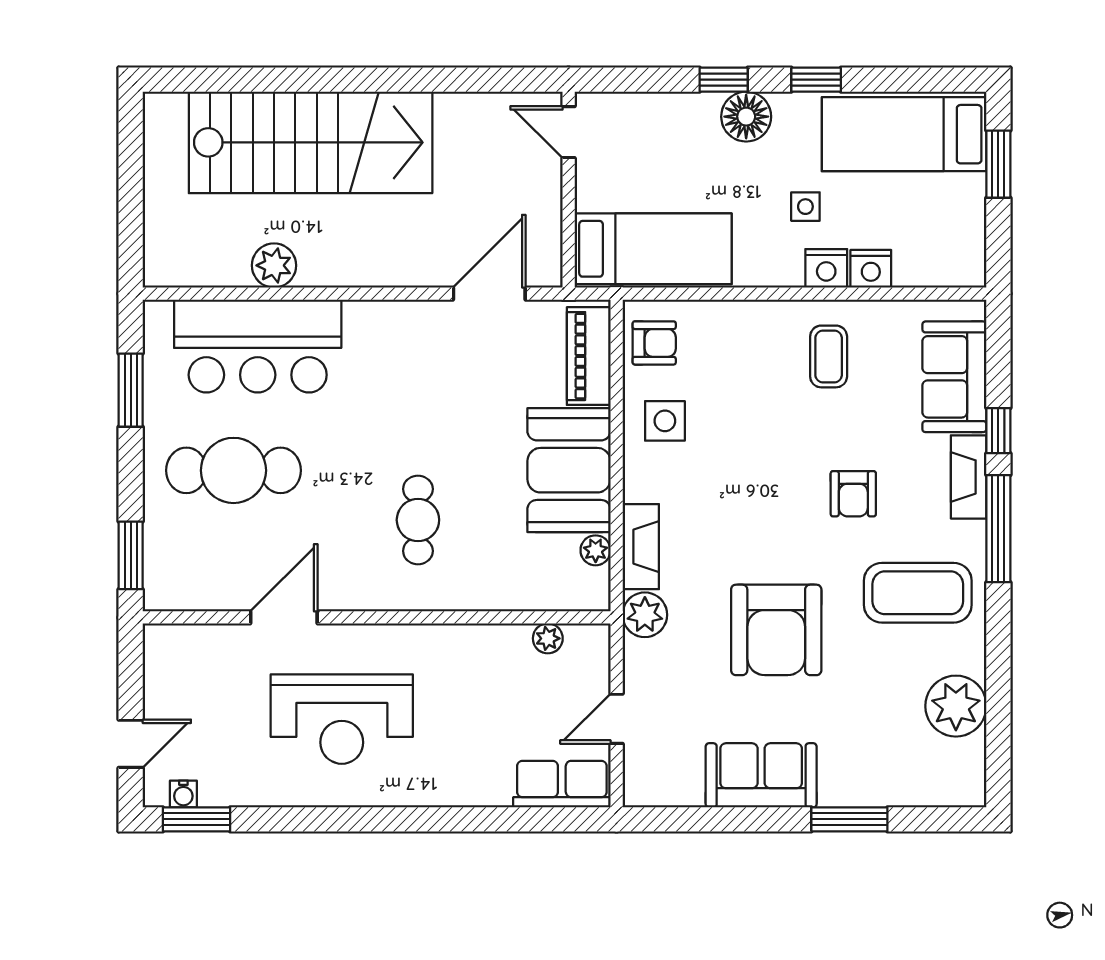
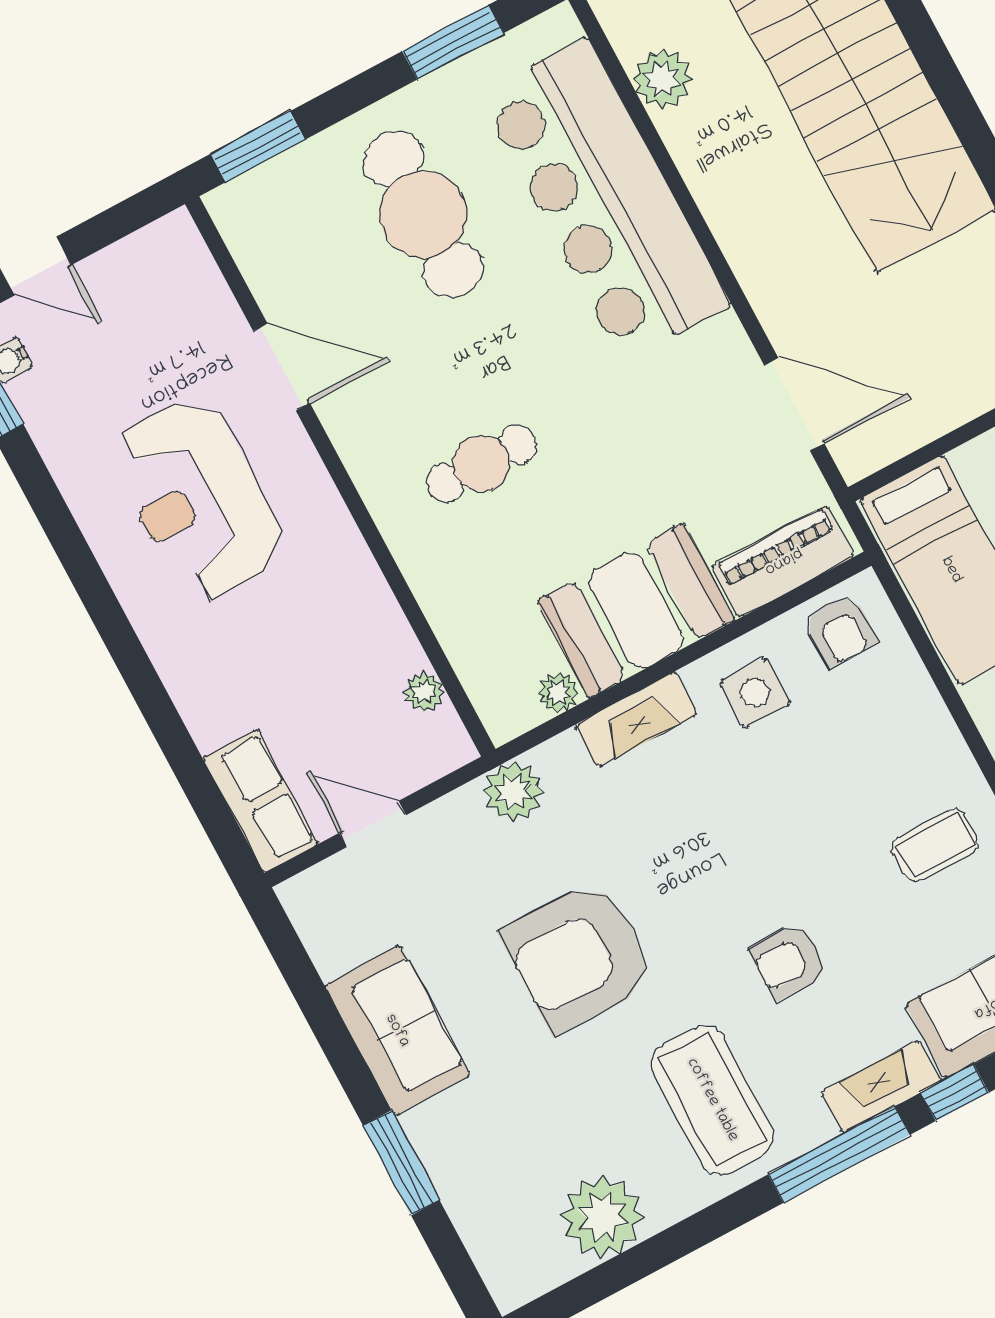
plant: (274, 265) -> (662, 79), moved
bar counter: (258, 346) -> (605, 200), width x1.36
fireplace: (641, 547) -> (636, 719), moved

